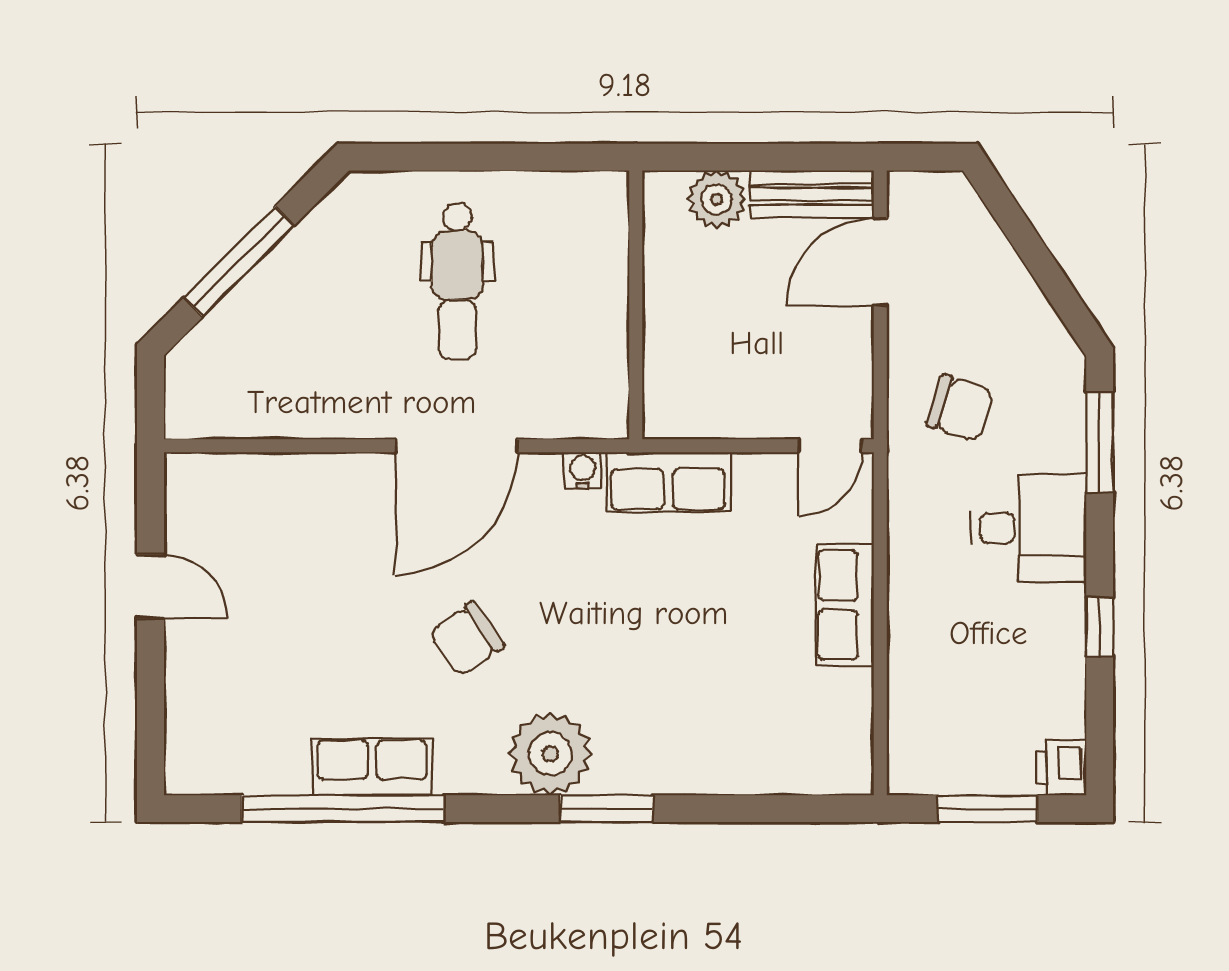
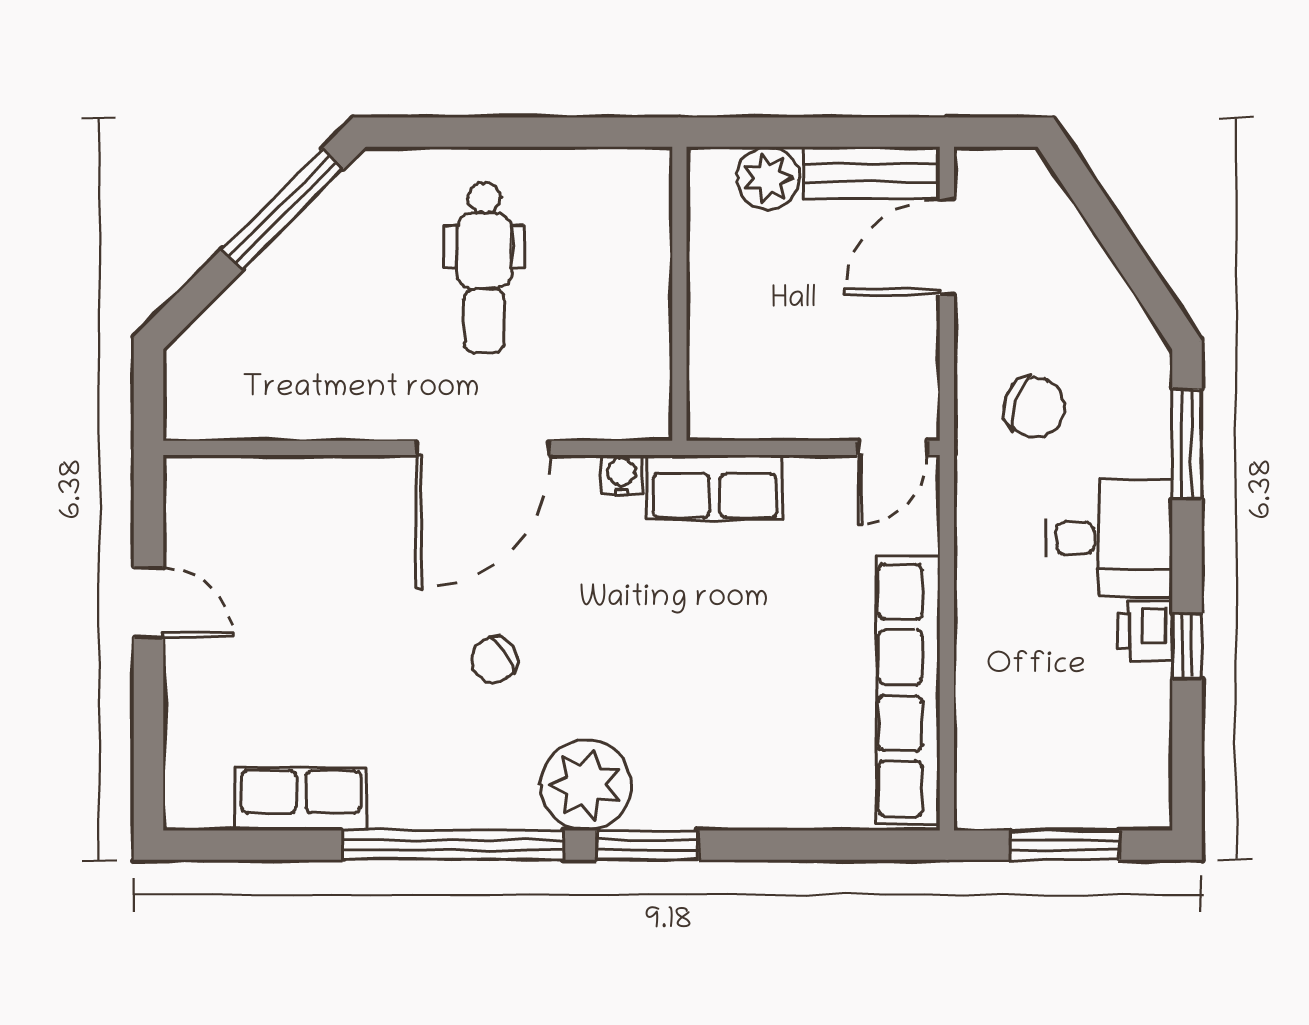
window: (239, 262) -> (282, 209), moved
row of seats: (845, 605) -> (908, 690), width x2.02
chair: (466, 639) -> (494, 660), width x0.73, depth x0.73
row of seats: (372, 767) -> (301, 799), moved
printer: (1061, 768) -> (1145, 631), moved
window: (343, 809) -> (453, 845), moved

